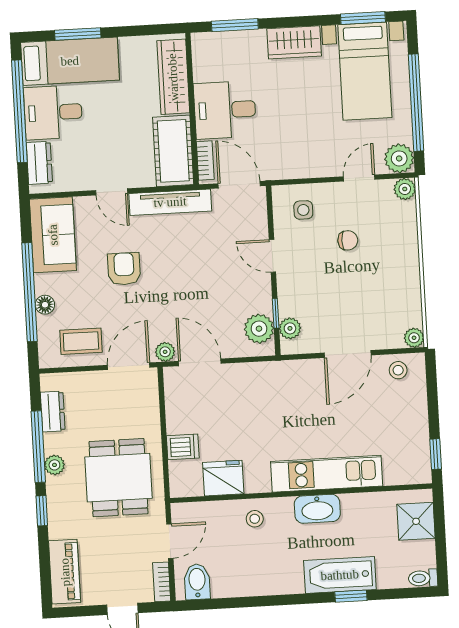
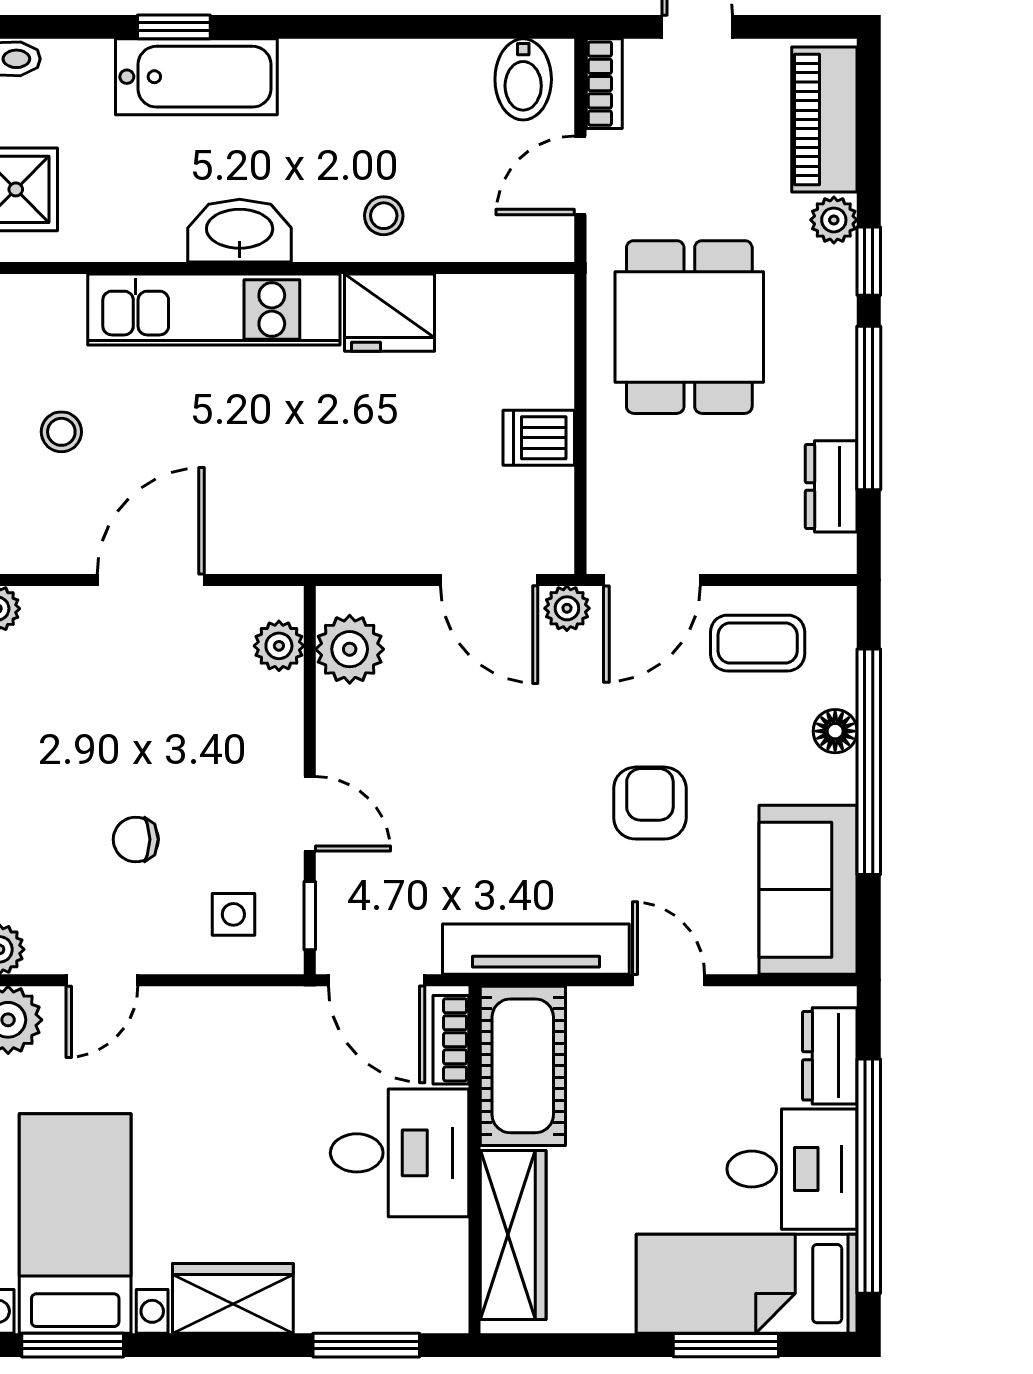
armchair: (124, 269) -> (650, 803), turned 180
window: (276, 313) -> (310, 916), moved
stool: (398, 370) -> (61, 432), moved
dishwasher: (183, 447) -> (539, 438), moved
plant: (54, 465) -> (834, 220), moved
fridge: (223, 478) -> (389, 313), moved

